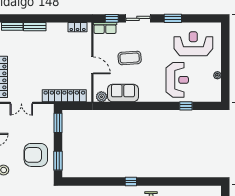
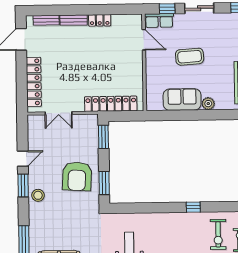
locker: (78, 27) -> (100, 20), moved
door: (92, 65) -> (144, 40), moved
plant: (101, 97) -> (208, 104), moved
armchair: (36, 155) -> (77, 176), turned -87

